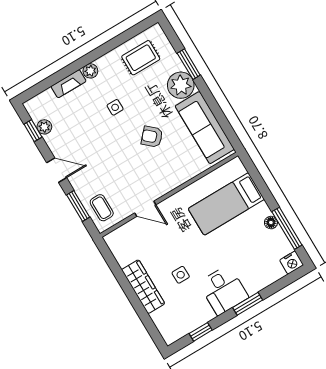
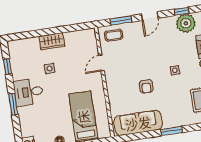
window: (189, 64) -> (172, 131), moved
plant: (181, 85) -> (172, 118), removed
plant: (44, 127) -> (186, 23), width x1.88, depth x1.88
armchair: (152, 137) -> (146, 86), turned 138
wardrobe: (143, 287) -> (52, 41), width x0.67

